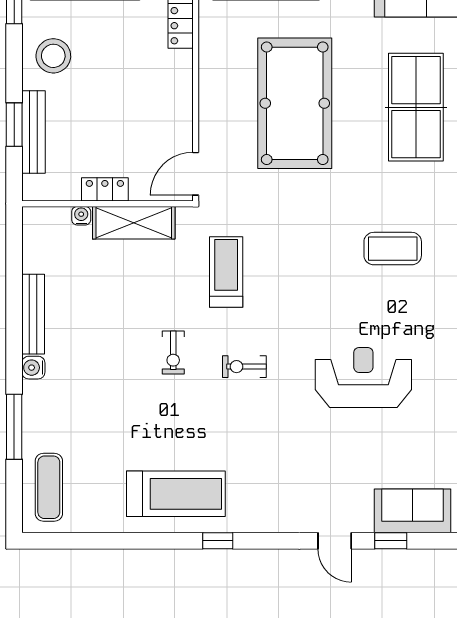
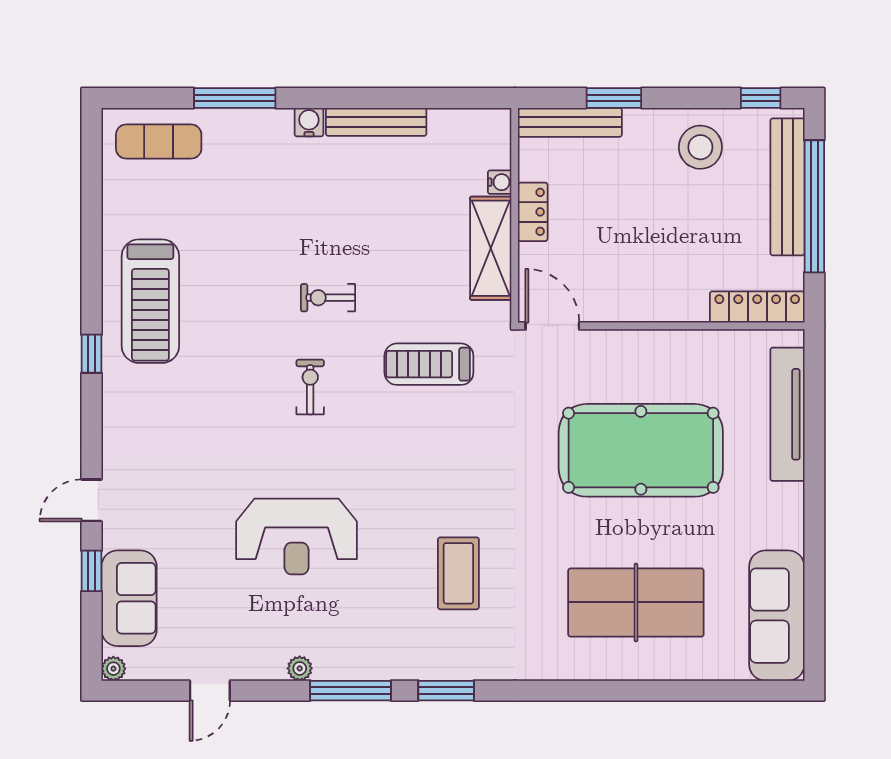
bench: (34, 132) -> (570, 122), moved
treadmill: (226, 272) -> (429, 364), turned 180
reception desk: (363, 377) -> (297, 536), turned 90

